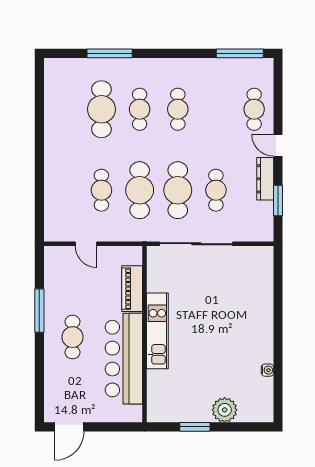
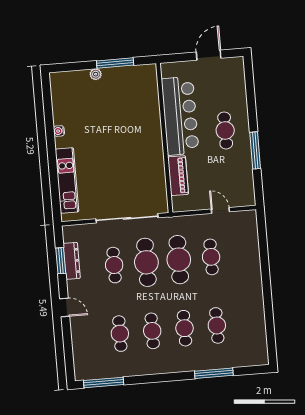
cafe table: (101, 109) -> (217, 325), width x0.73, depth x0.74
cafe table: (254, 109) -> (120, 334), moved
dresser: (265, 179) -> (72, 261), moved
kitchen unit: (157, 331) -> (67, 180), moved, turned 180
water cooler: (267, 370) -> (59, 131), moved
plant: (225, 410) -> (96, 74), width x0.53, depth x0.53
door: (69, 427) -> (209, 55), moved
window: (195, 427) -> (115, 63), width x1.44

